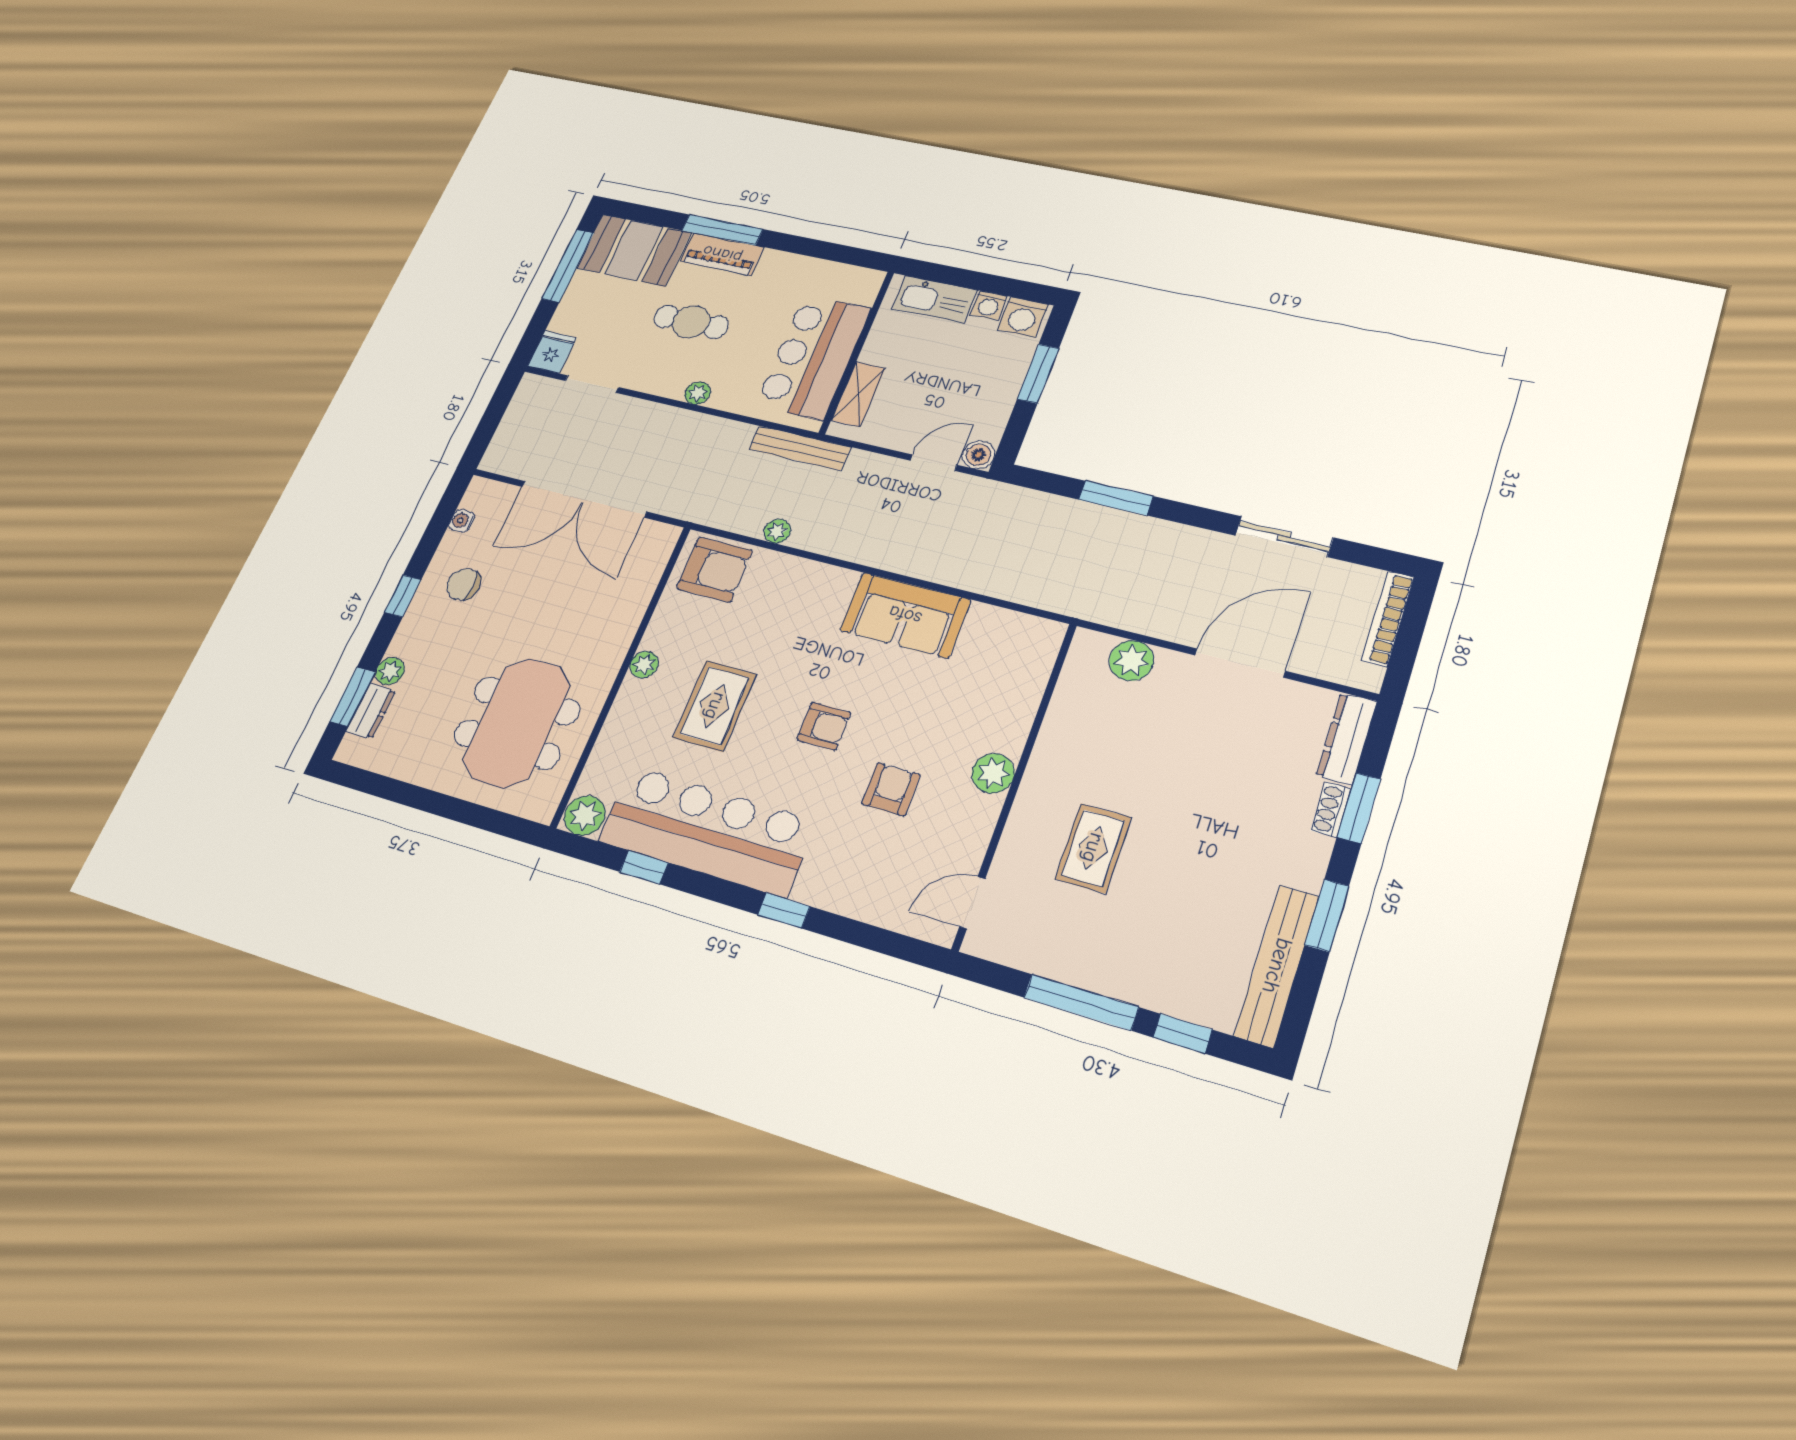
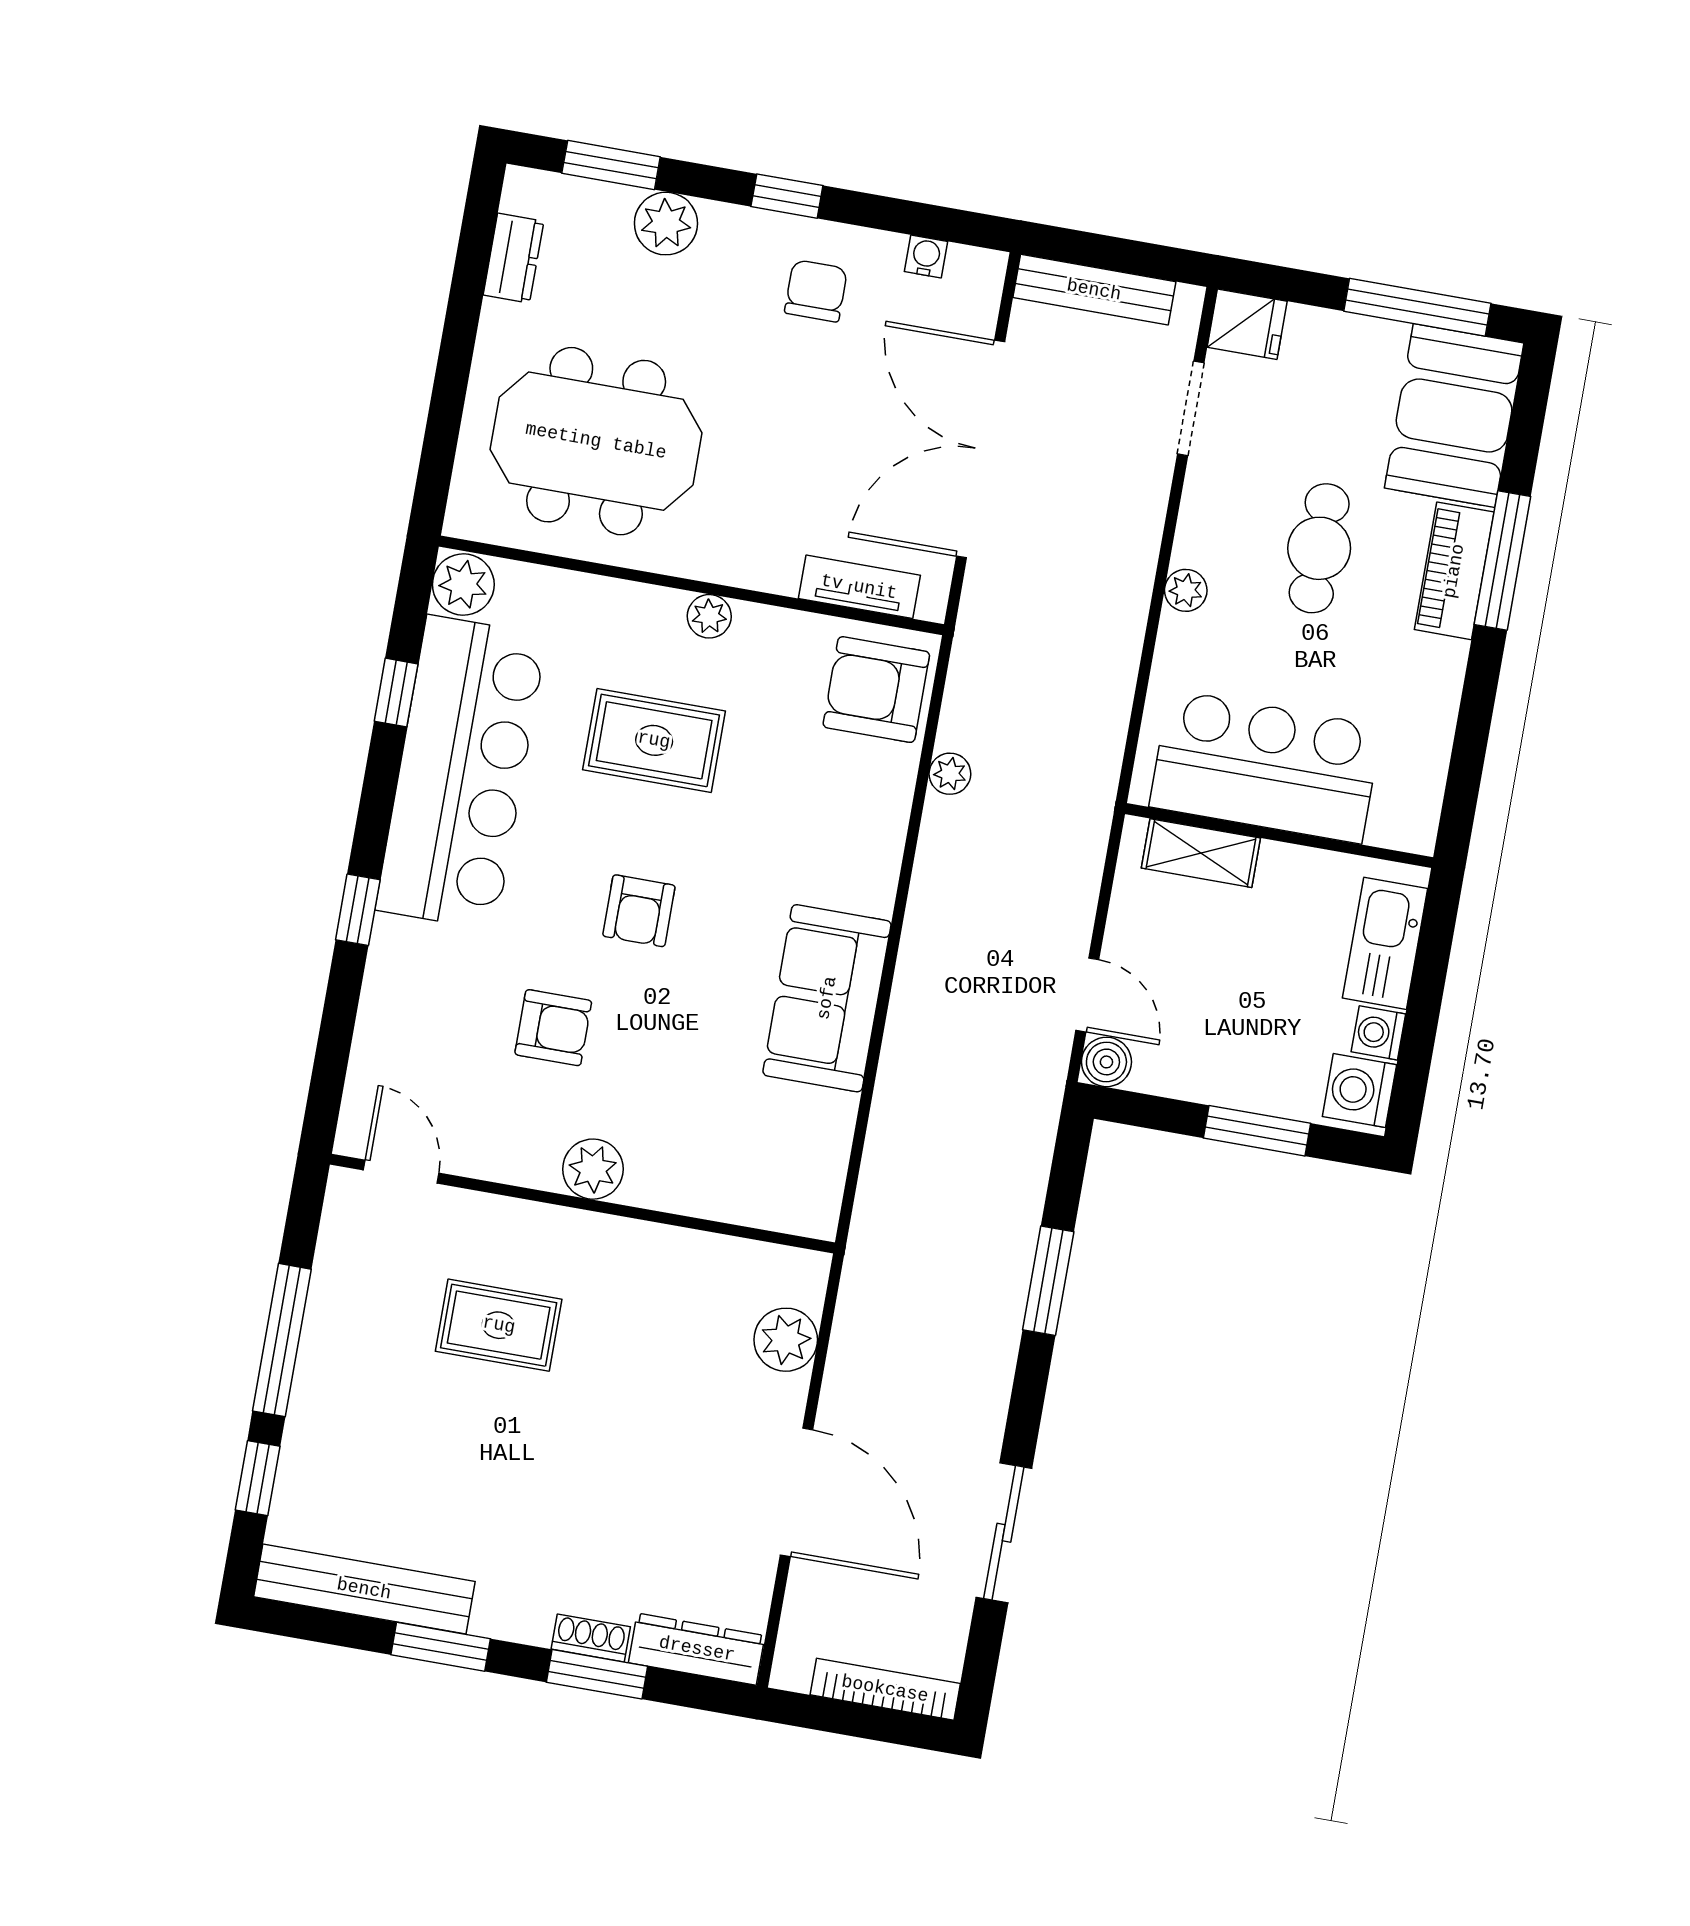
bench: (800, 448) -> (1094, 290), moved, turned 90
armchair: (715, 570) -> (876, 690), turned 90
tv unit: (649, 574) -> (859, 587), added
plant: (390, 671) -> (666, 224), width x1.38, depth x1.38
dresser: (371, 711) -> (513, 258), moved, turned -90

